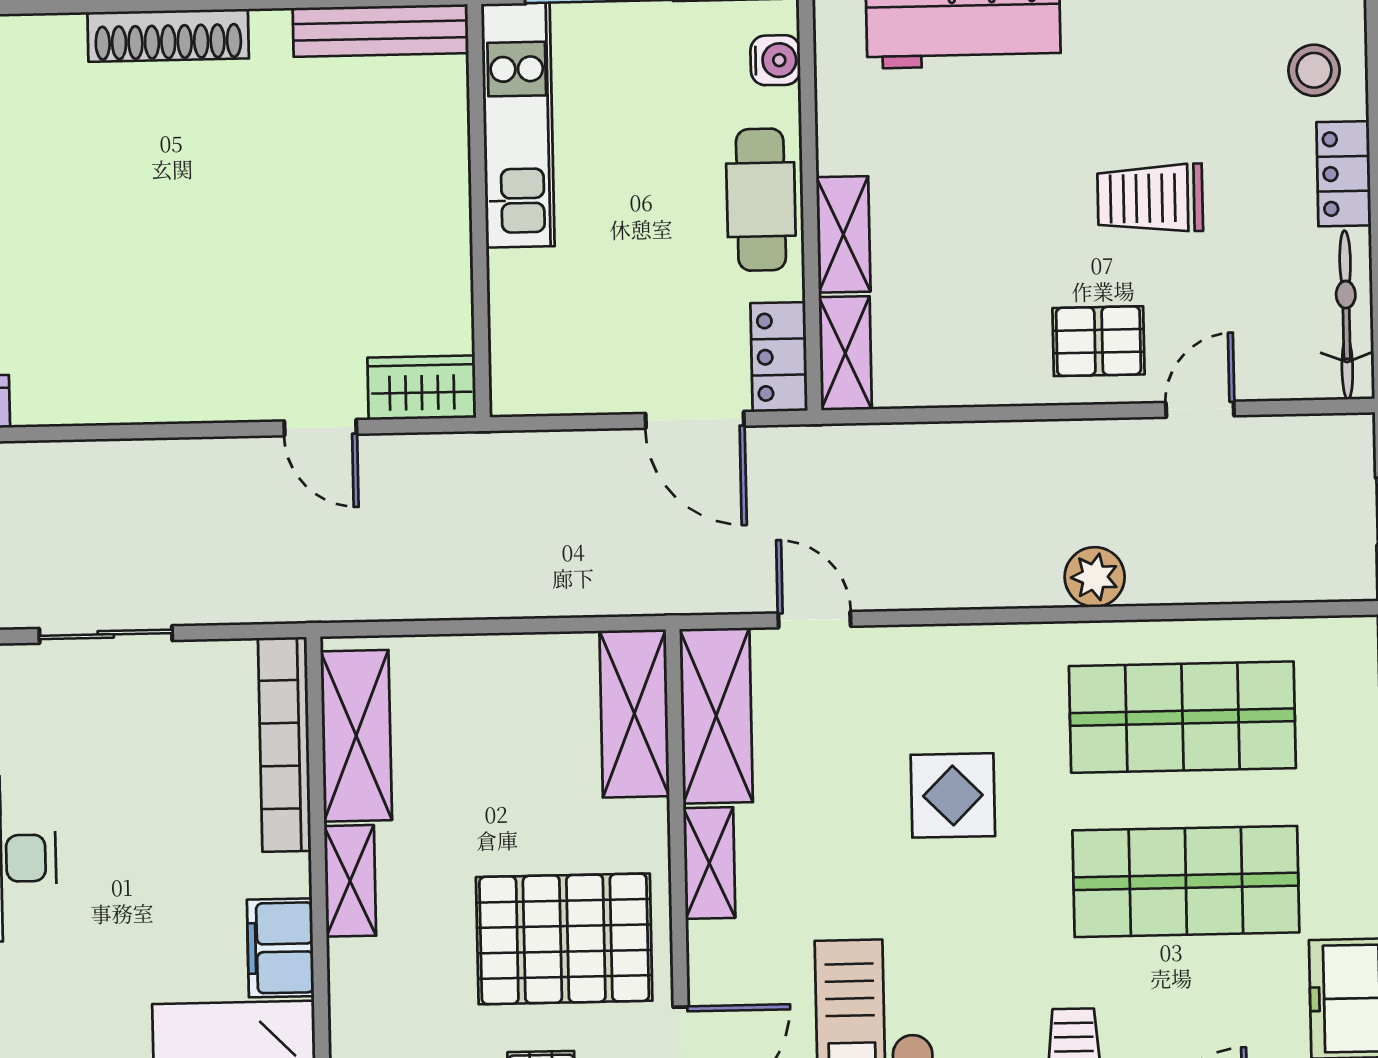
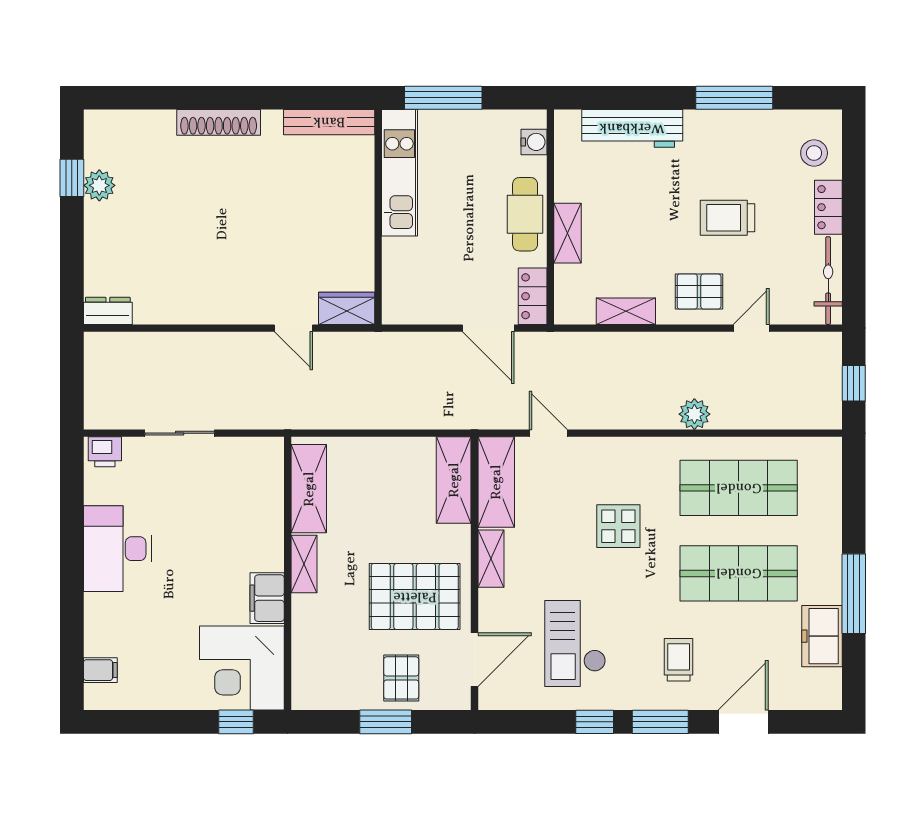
shelving: (845, 353) -> (626, 311), moved, turned 90
bookcase: (285, 744) -> (271, 492), removed

